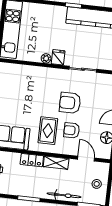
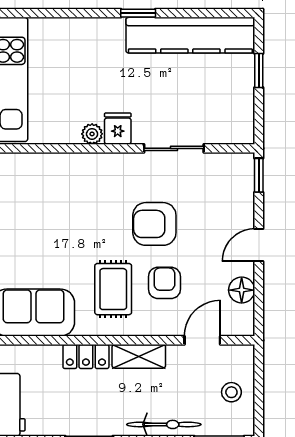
armchair: (72, 130) -> (164, 283), turned 90
door: (86, 159) -> (202, 340), hinge flipped

